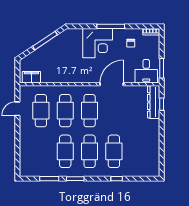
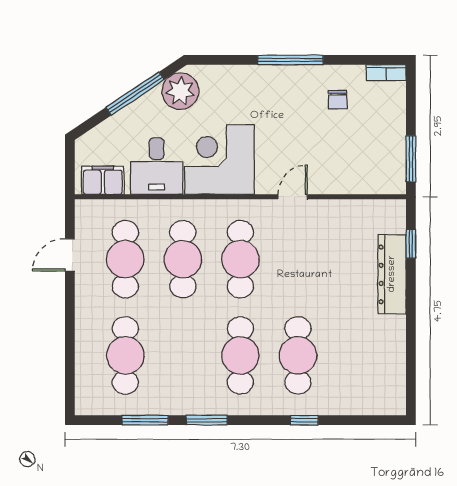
plant: (64, 40) -> (180, 91), added
corner desk: (98, 43) -> (220, 160), moved, turned 180
desk: (146, 71) -> (157, 166), moved
door: (112, 84) -> (293, 197), width x0.53
dresser: (154, 102) -> (392, 274), moved
cafe table: (65, 151) -> (125, 355), moved

